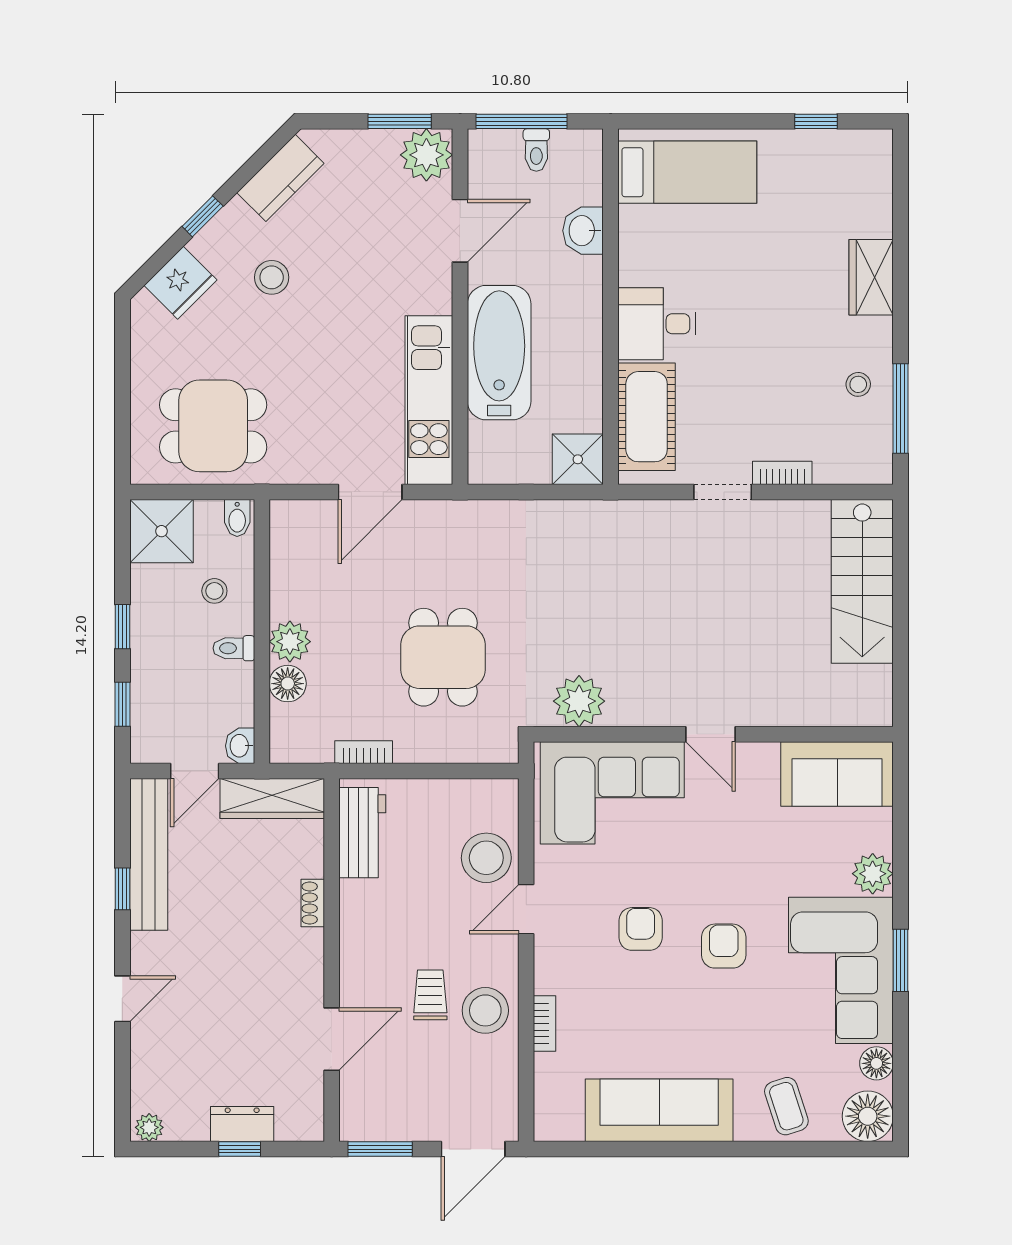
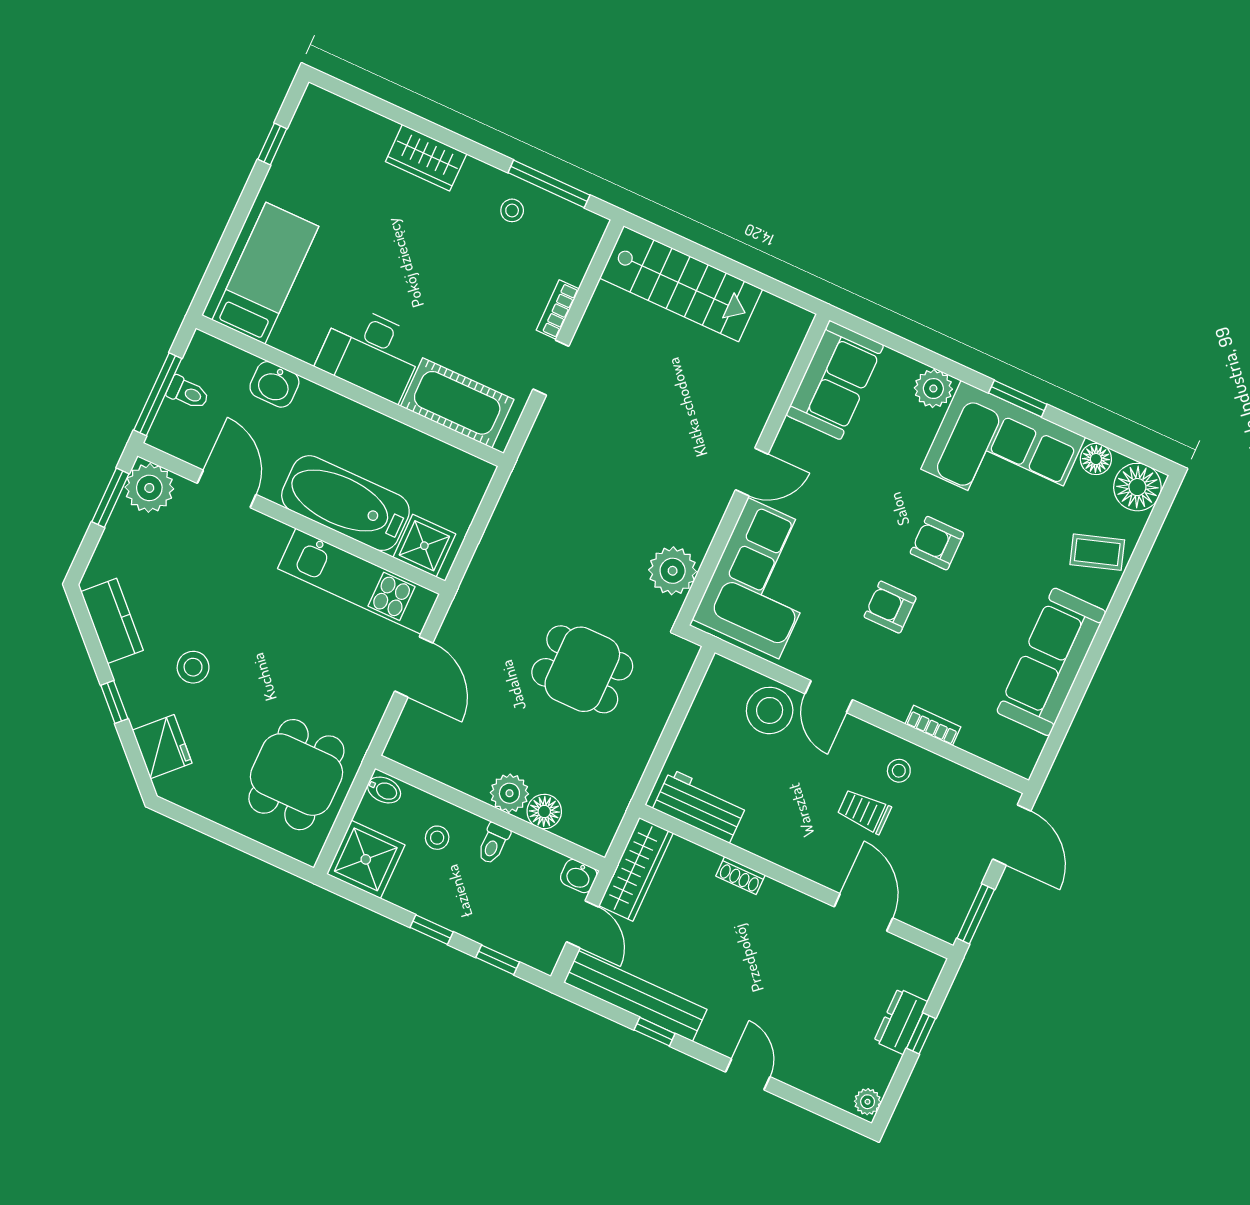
desk: (657, 324) -> (371, 353), width x1.37
shower: (578, 459) -> (424, 546), moved
bookcase: (364, 752) -> (632, 774), removed
stool: (485, 1010) -> (899, 771), width x0.53, depth x0.53

